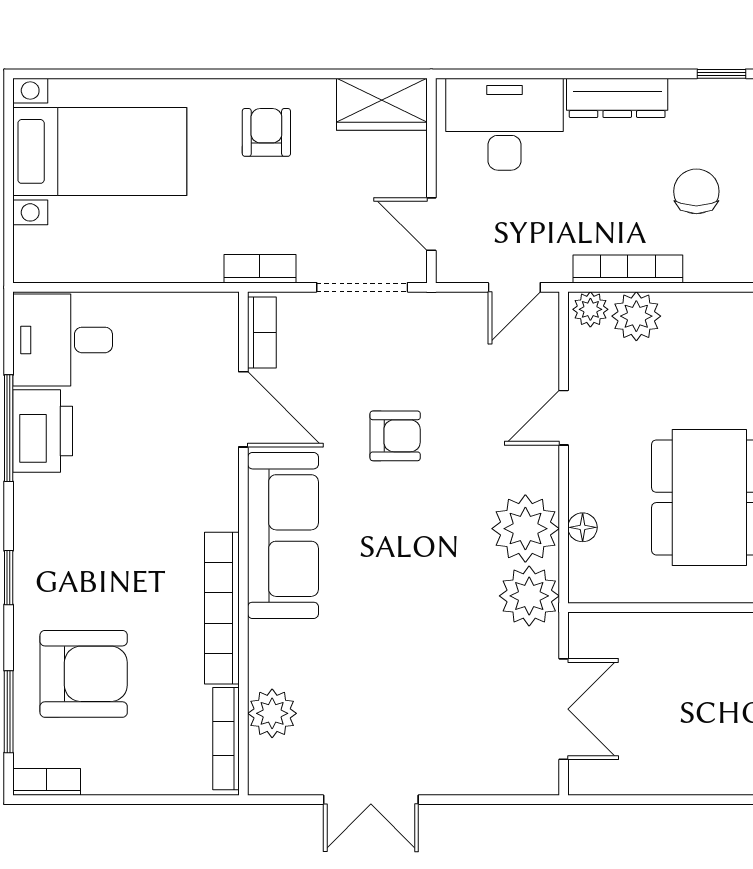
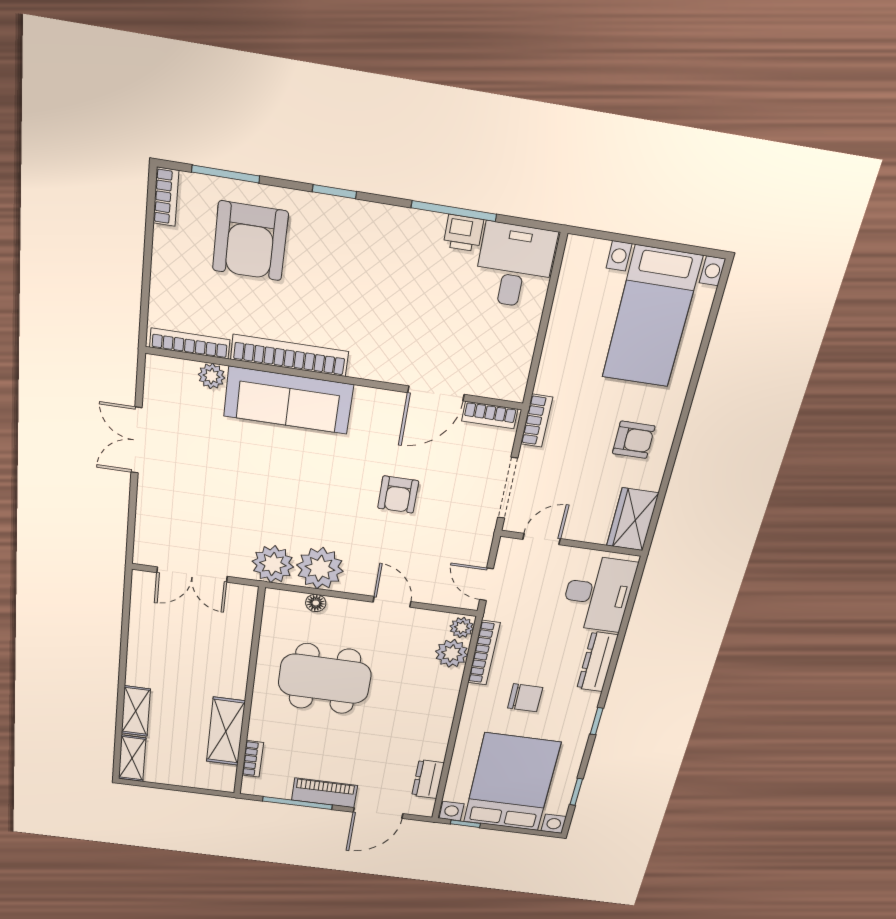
printer: (43, 431) -> (463, 233), width x0.53, depth x0.68
sofa: (283, 536) -> (288, 400), moved
plant: (272, 713) -> (212, 376), width x0.73, depth x0.73

